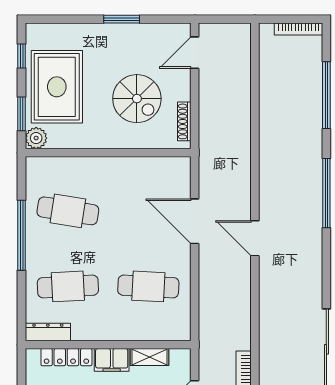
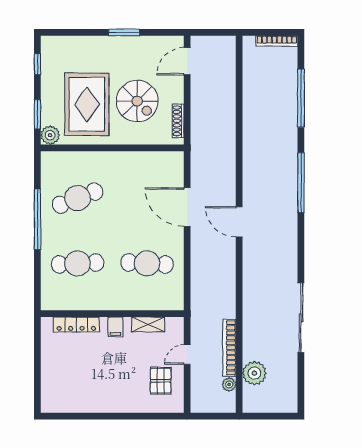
rug: (57, 87) -> (87, 104), moved
cafe table: (68, 211) -> (78, 198), turned -30
dresser: (48, 332) -> (60, 303), removed
filing cabinet: (112, 360) -> (115, 327), width x0.50

